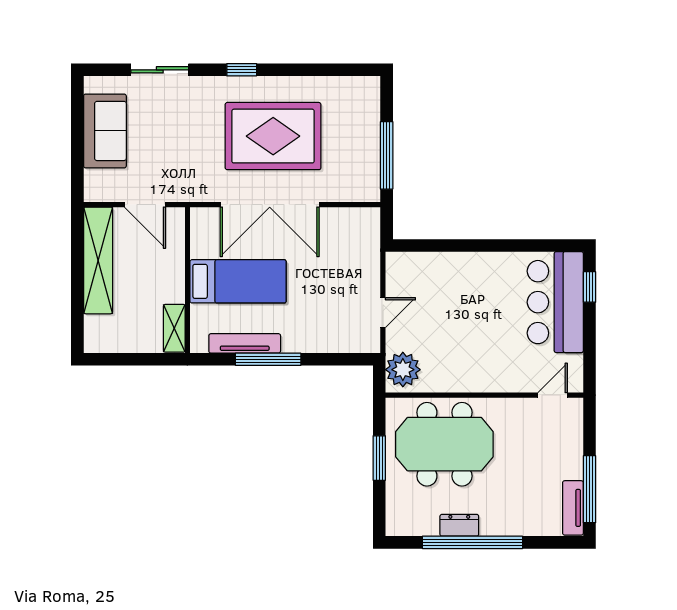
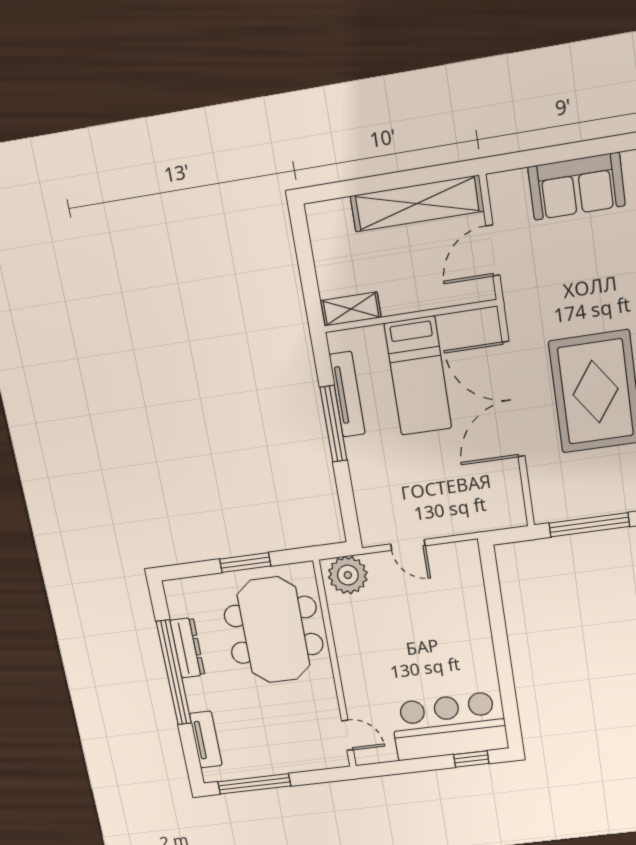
tv unit: (573, 508) -> (206, 740), moved, turned 90
dresser: (459, 525) -> (187, 648), width x1.44

